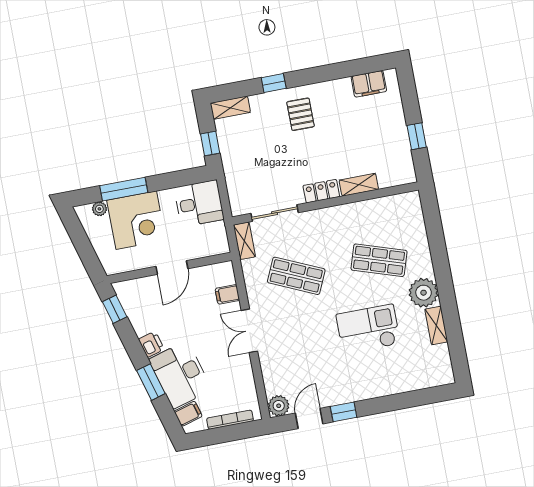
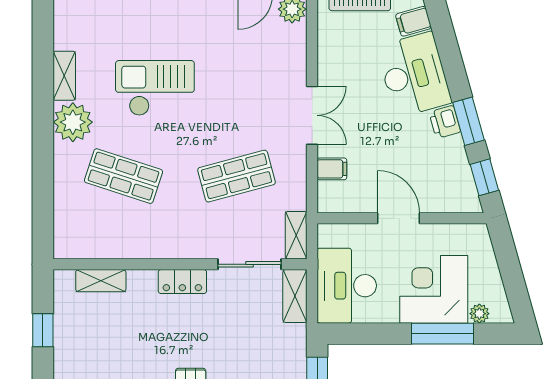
shelving: (359, 185) -> (101, 281), moved
shelving: (237, 196) -> (295, 296), added
desk: (199, 203) -> (347, 286), width x1.37
door: (172, 267) -> (399, 218), hinge flipped
shop shelf: (296, 276) -> (237, 176), turned -39
checkout: (368, 329) -> (155, 88), turned 180
window: (151, 382) -> (469, 121), moved

